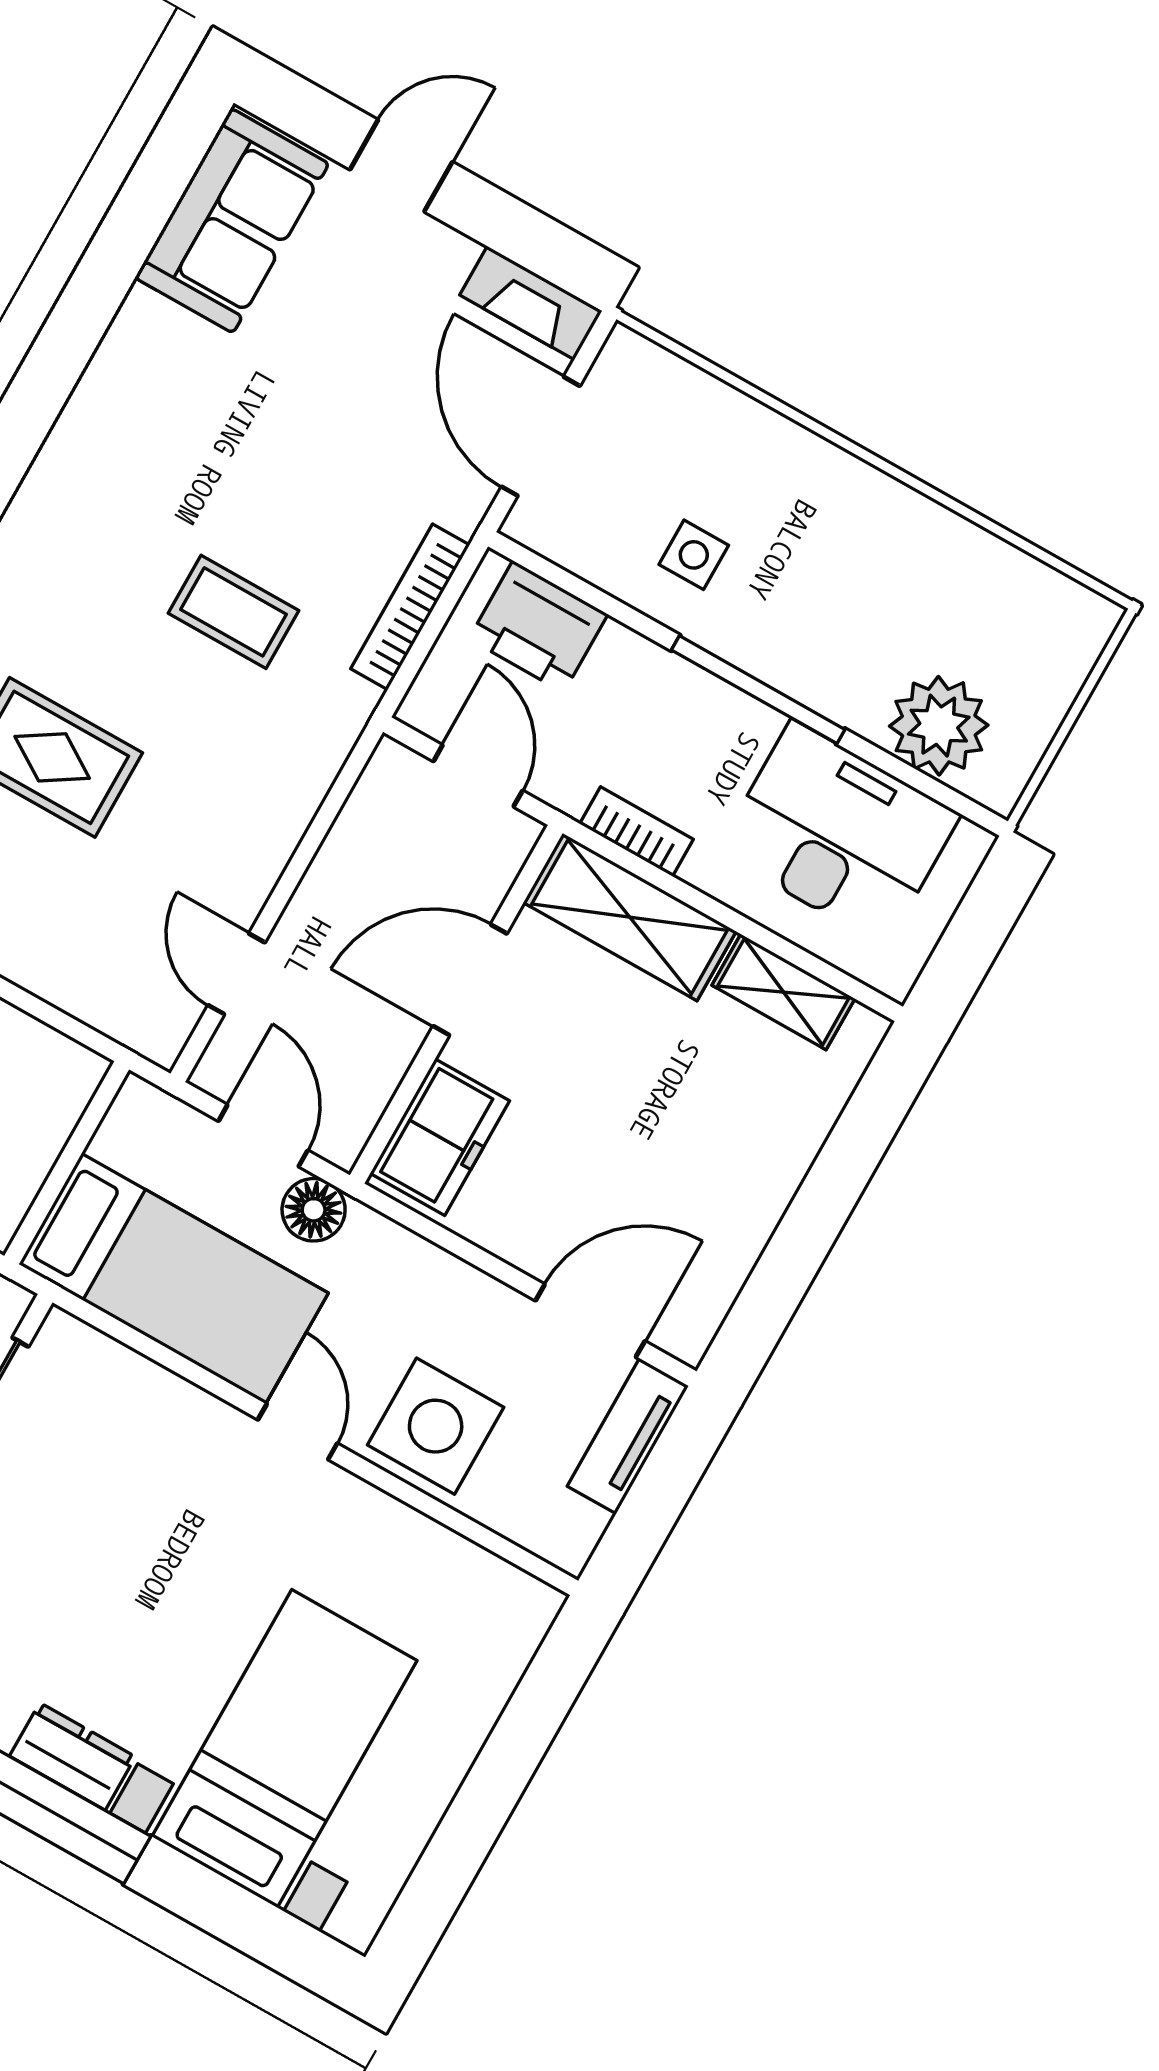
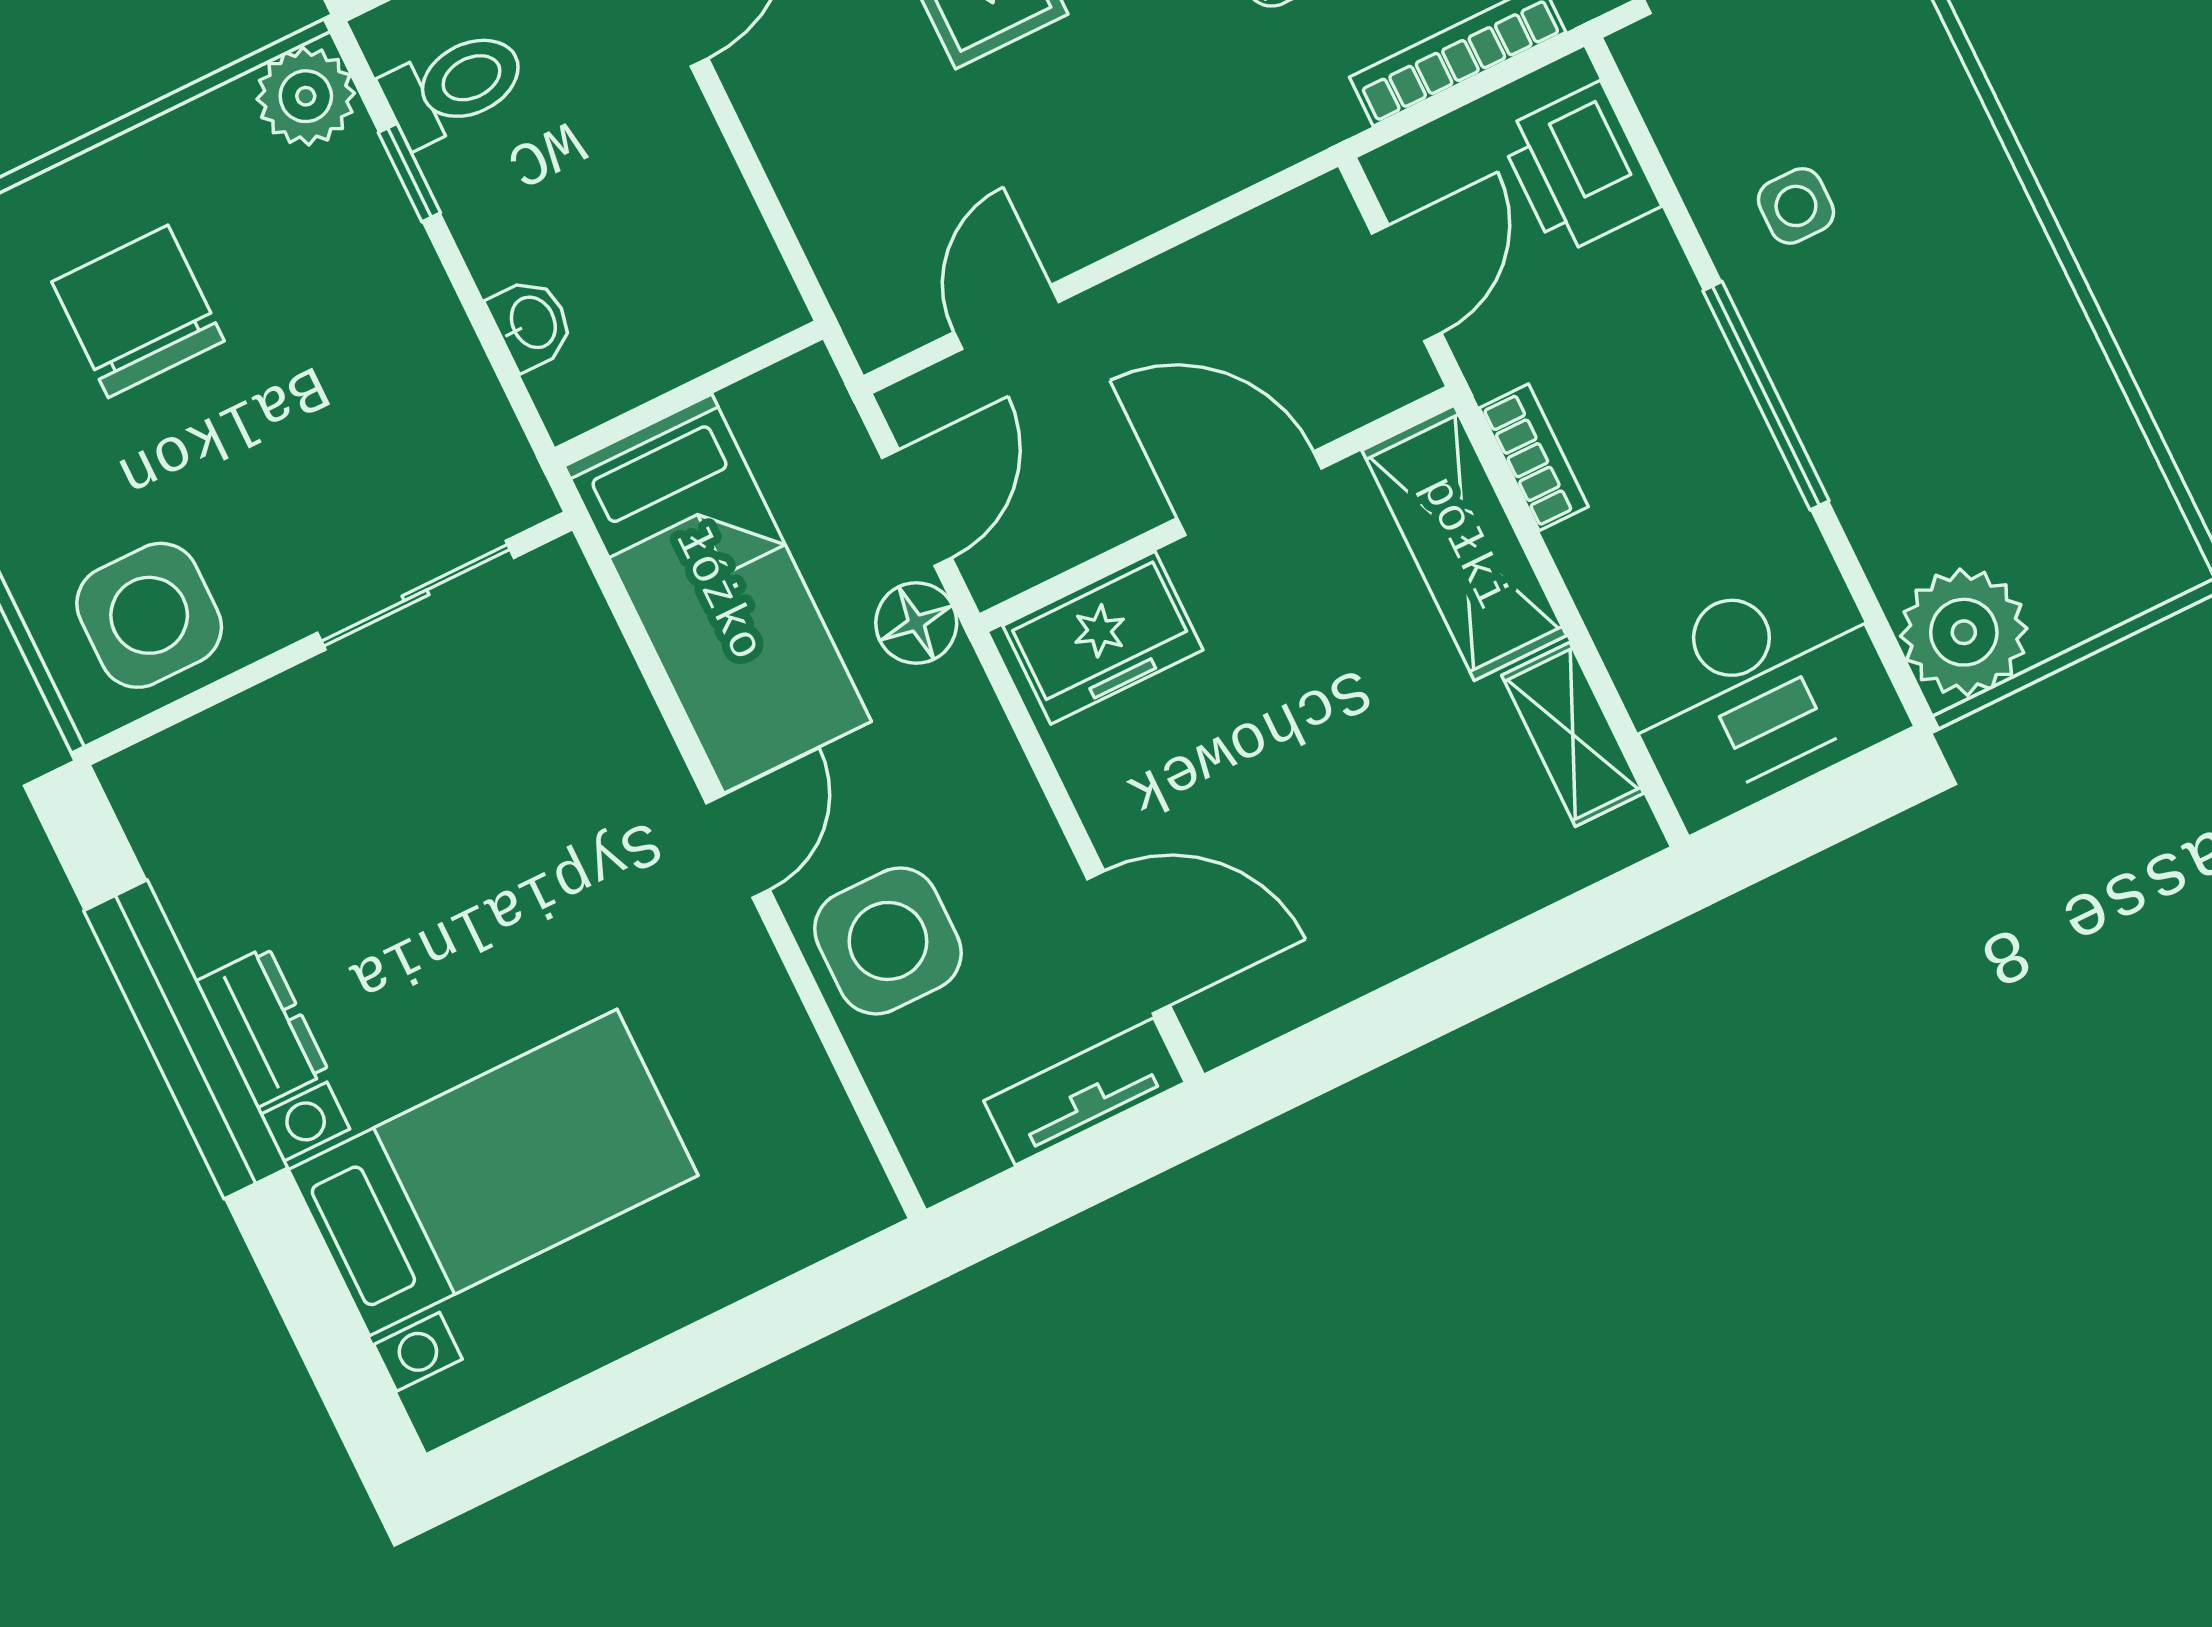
plant: (939, 726) -> (1964, 632), moved
desk: (839, 833) -> (1758, 693), moved, turned 90

